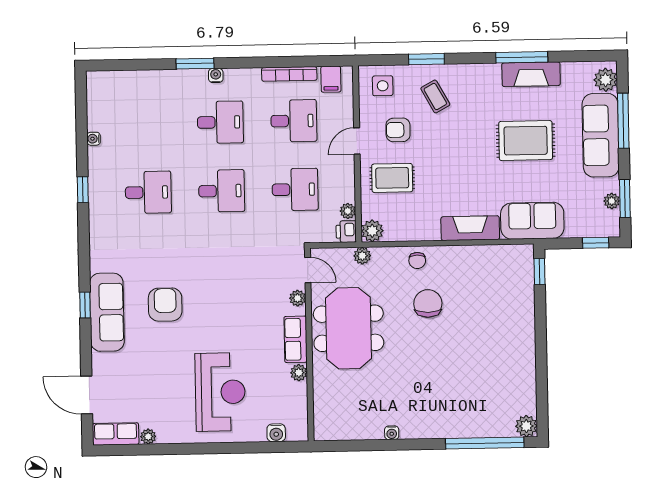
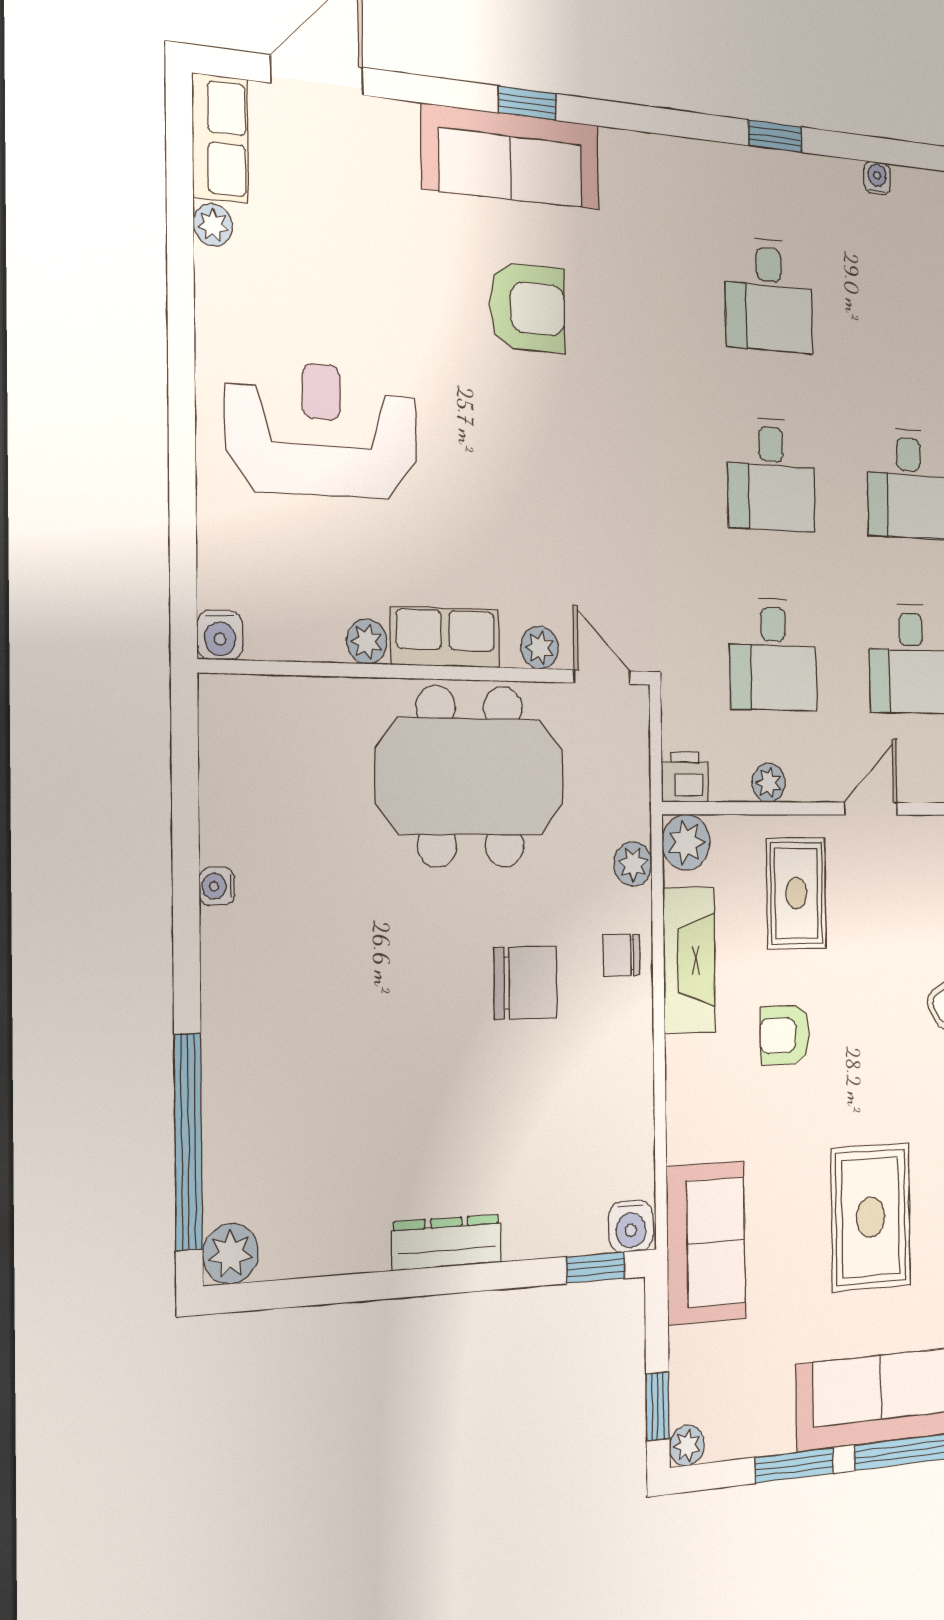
armchair: (398, 130) -> (785, 1035), moved, turned -90
door: (357, 141) -> (871, 809), hinge flipped
window: (625, 198) -> (795, 1465), moved
plant: (612, 201) -> (687, 1445), moved
plant: (348, 211) -> (769, 783), moved
fireplace: (470, 228) -> (689, 960), moved
plant: (362, 256) -> (633, 864), moved
water cooler: (524, 256) -> (631, 1226), added
door: (308, 270) -> (602, 677), swing flipped
dresser: (526, 337) -> (447, 1242), added
reception desk: (220, 392) -> (322, 430), turned 180
water cooler: (276, 433) -> (220, 635), moved, turned -90

